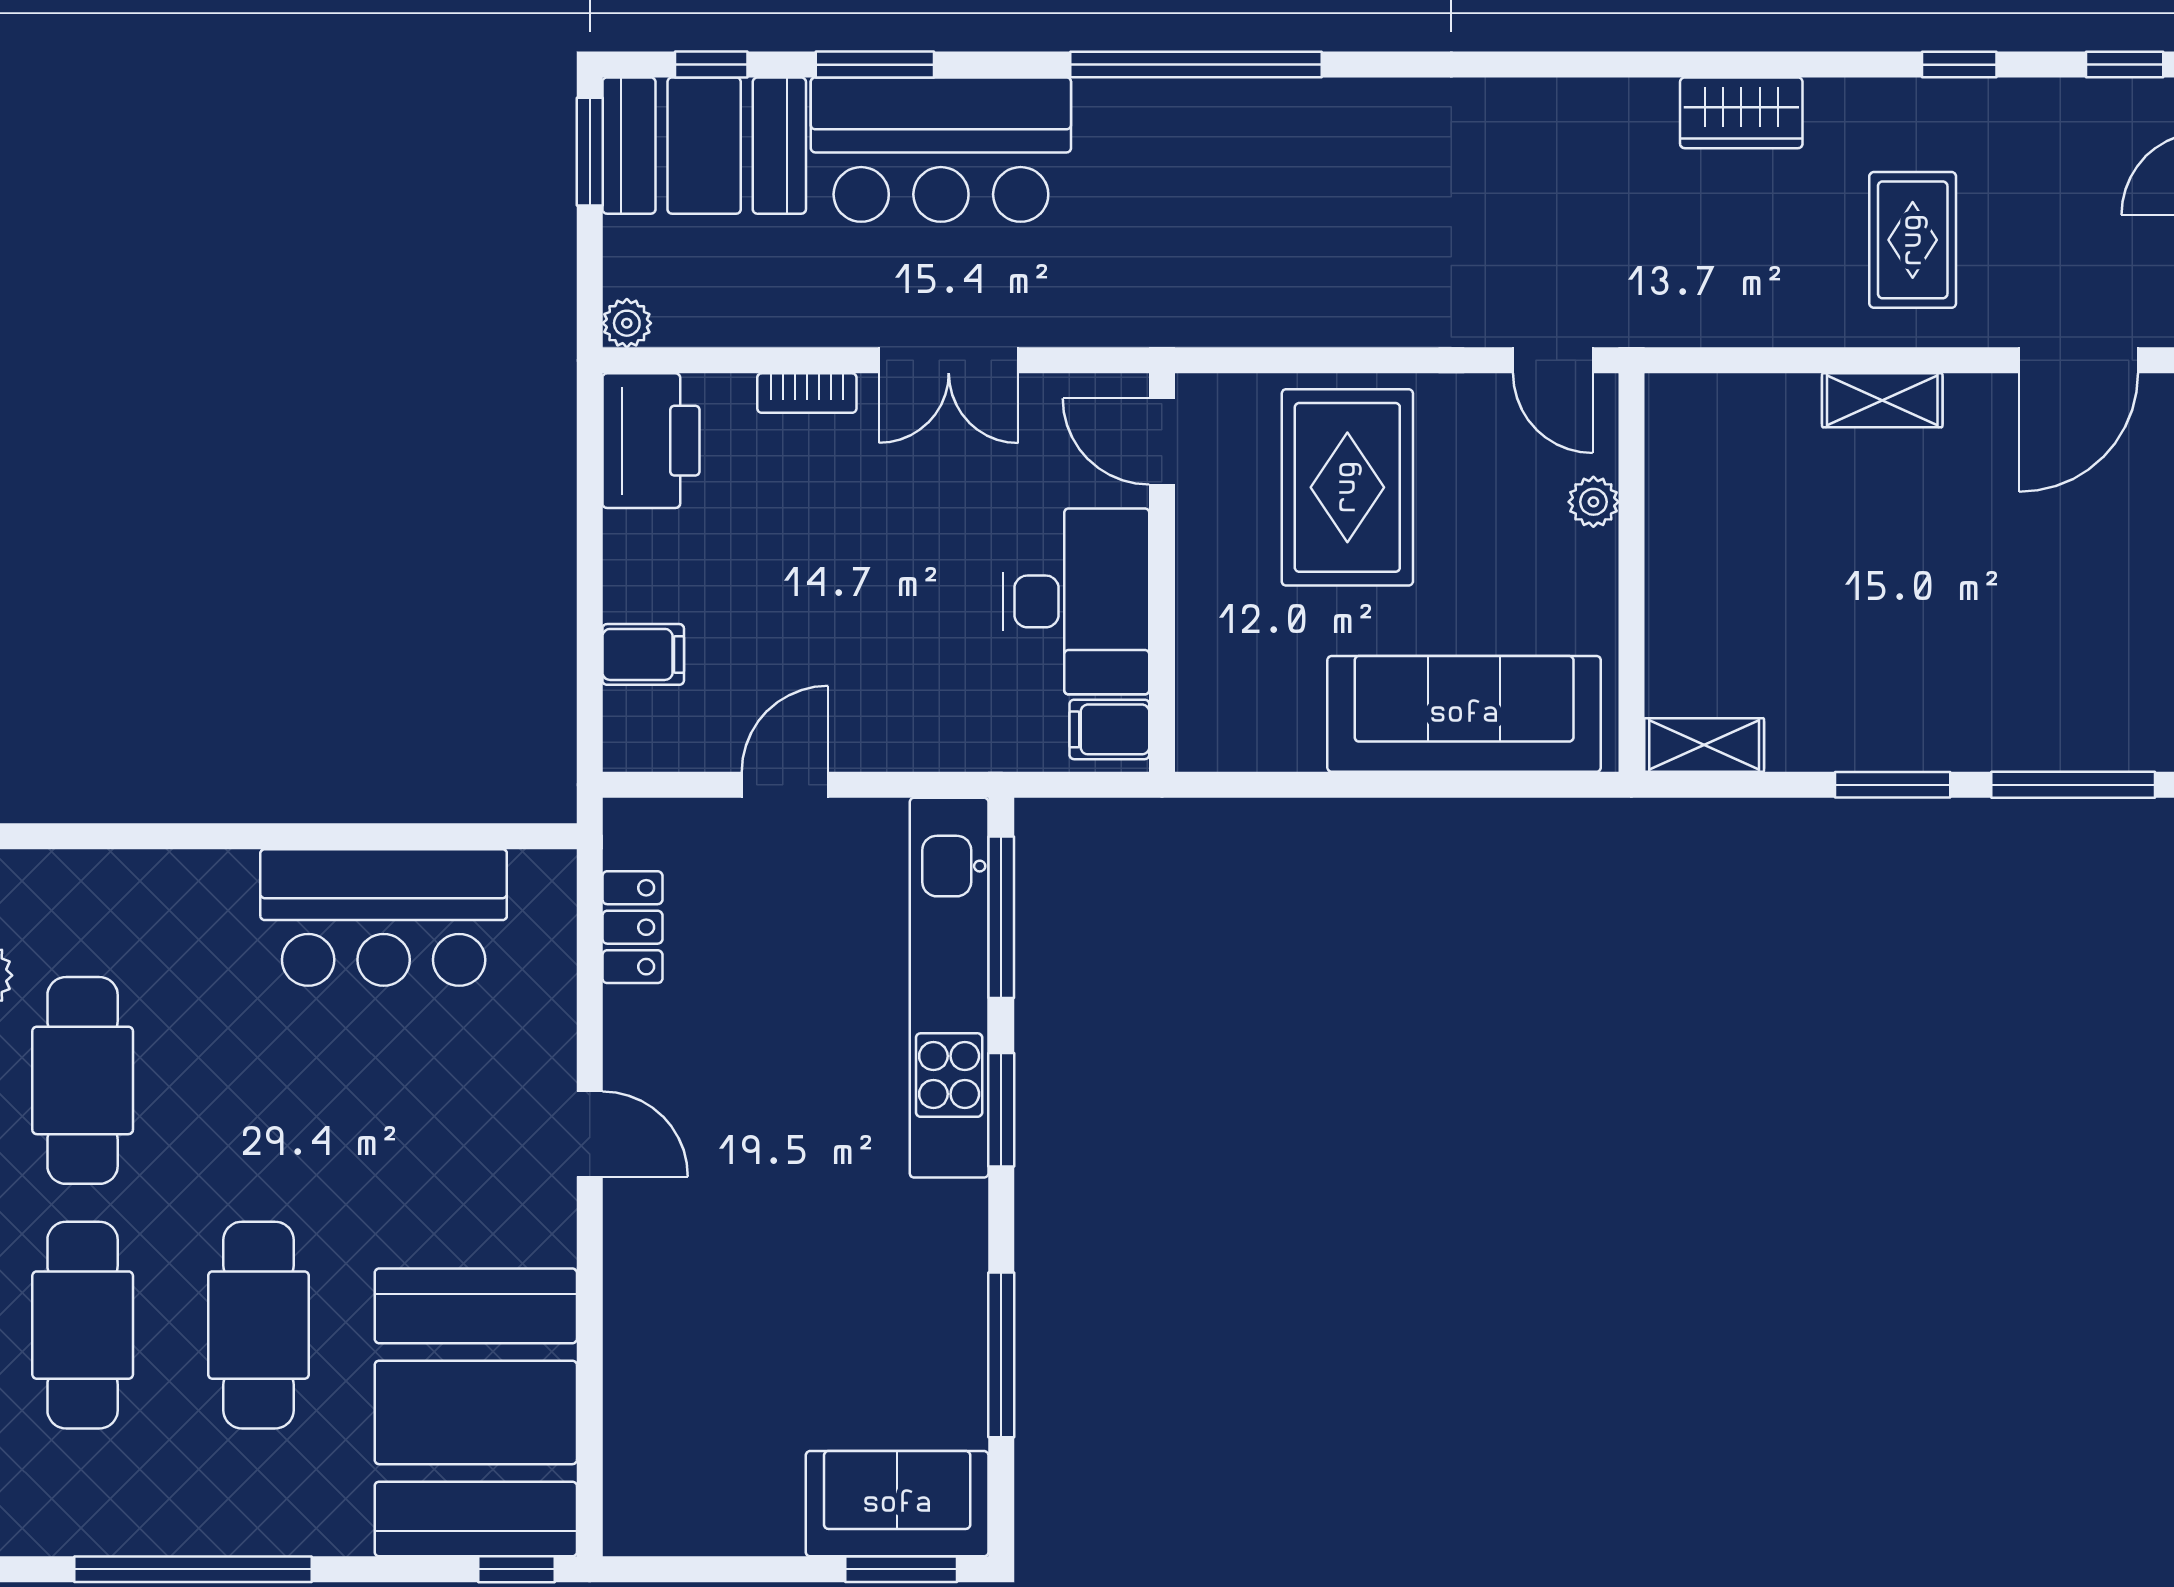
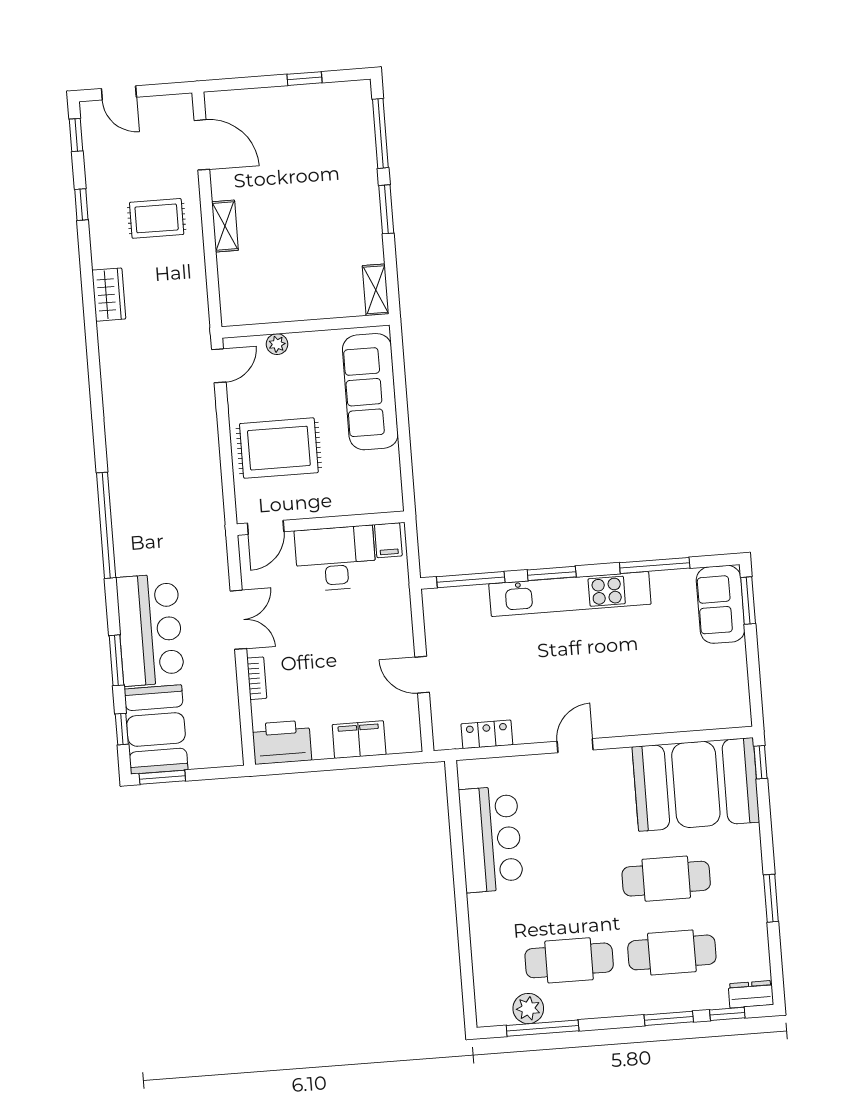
plant: (627, 323) -> (233, 756), removed
filing cabinet: (643, 654) -> (359, 740), width x2.00
kitchen unit: (949, 988) -> (570, 594), moved
window: (193, 1569) -> (771, 898), width x0.47

